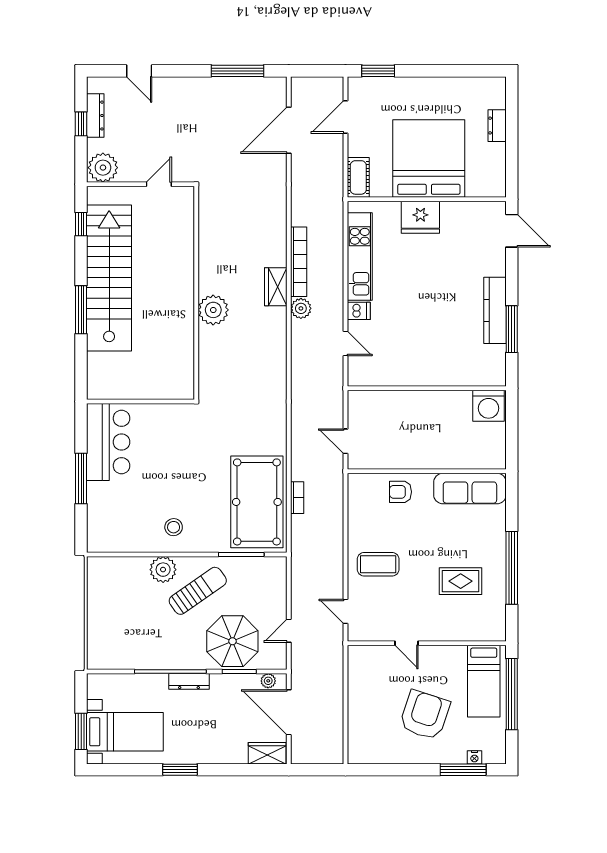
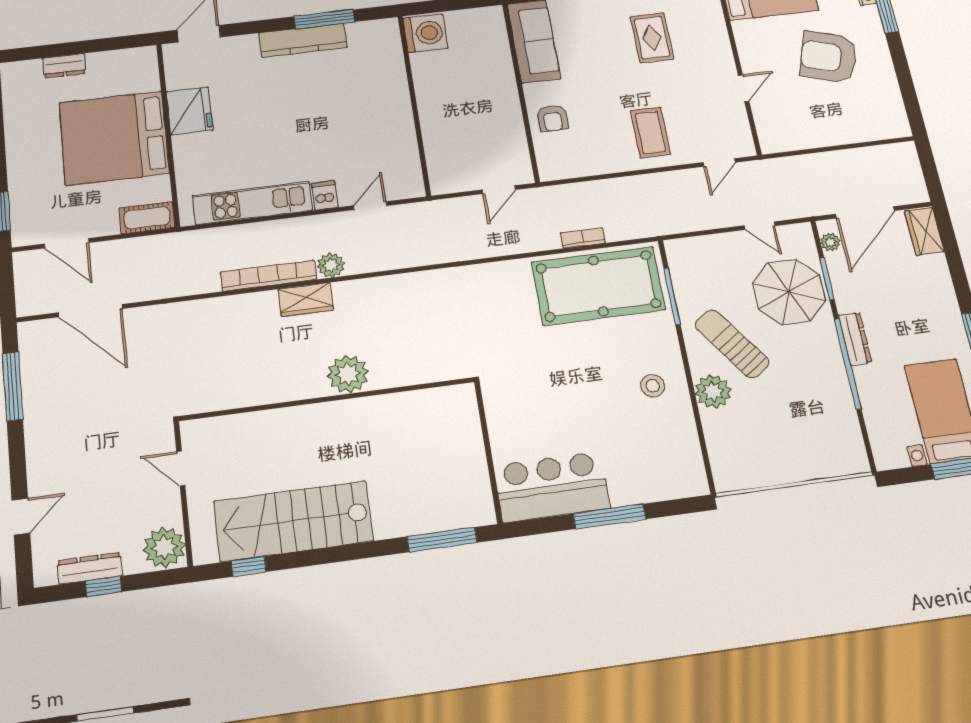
fridge: (420, 217) -> (190, 111), moved
stairs: (109, 278) -> (293, 521), width x0.73
window: (81, 310) -> (442, 540), moved

